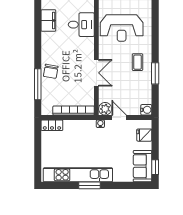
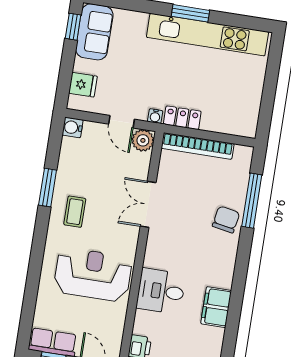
locker: (52, 125) -> (182, 118), moved

